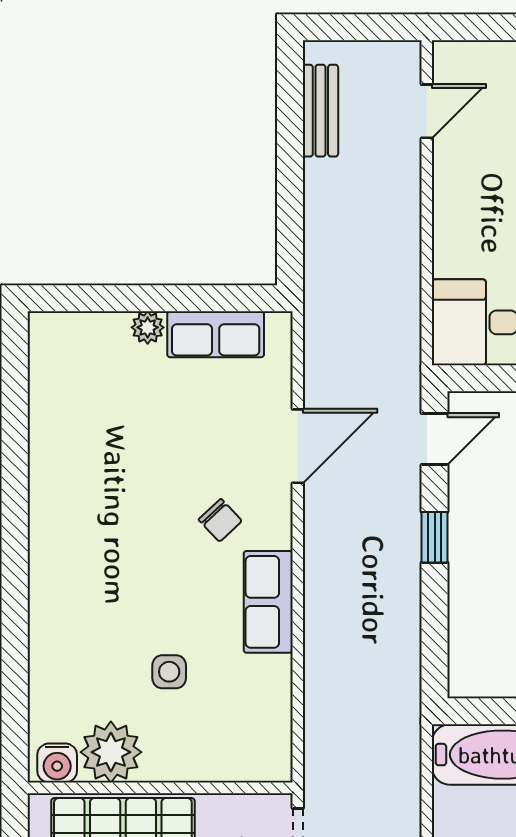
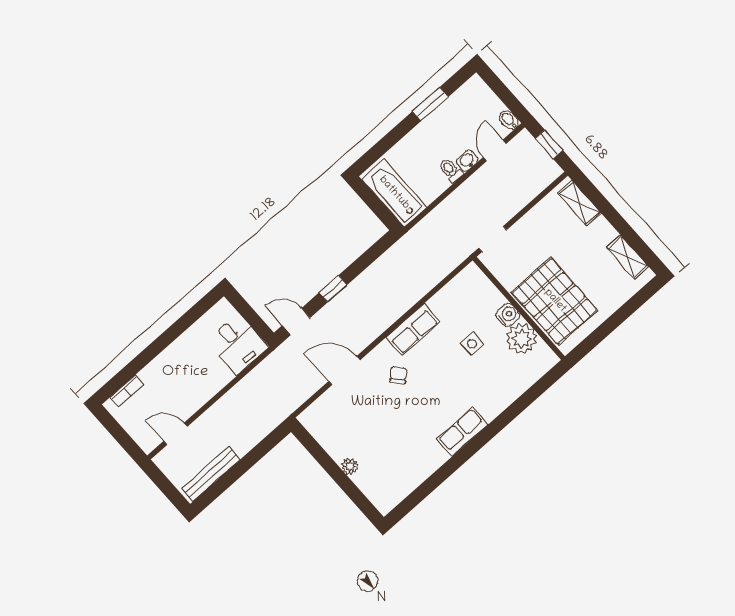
bench: (320, 111) -> (211, 474), width x1.36
row of seats: (216, 334) -> (462, 432), moved, turned -90
water cooler: (57, 763) -> (508, 315), moved

